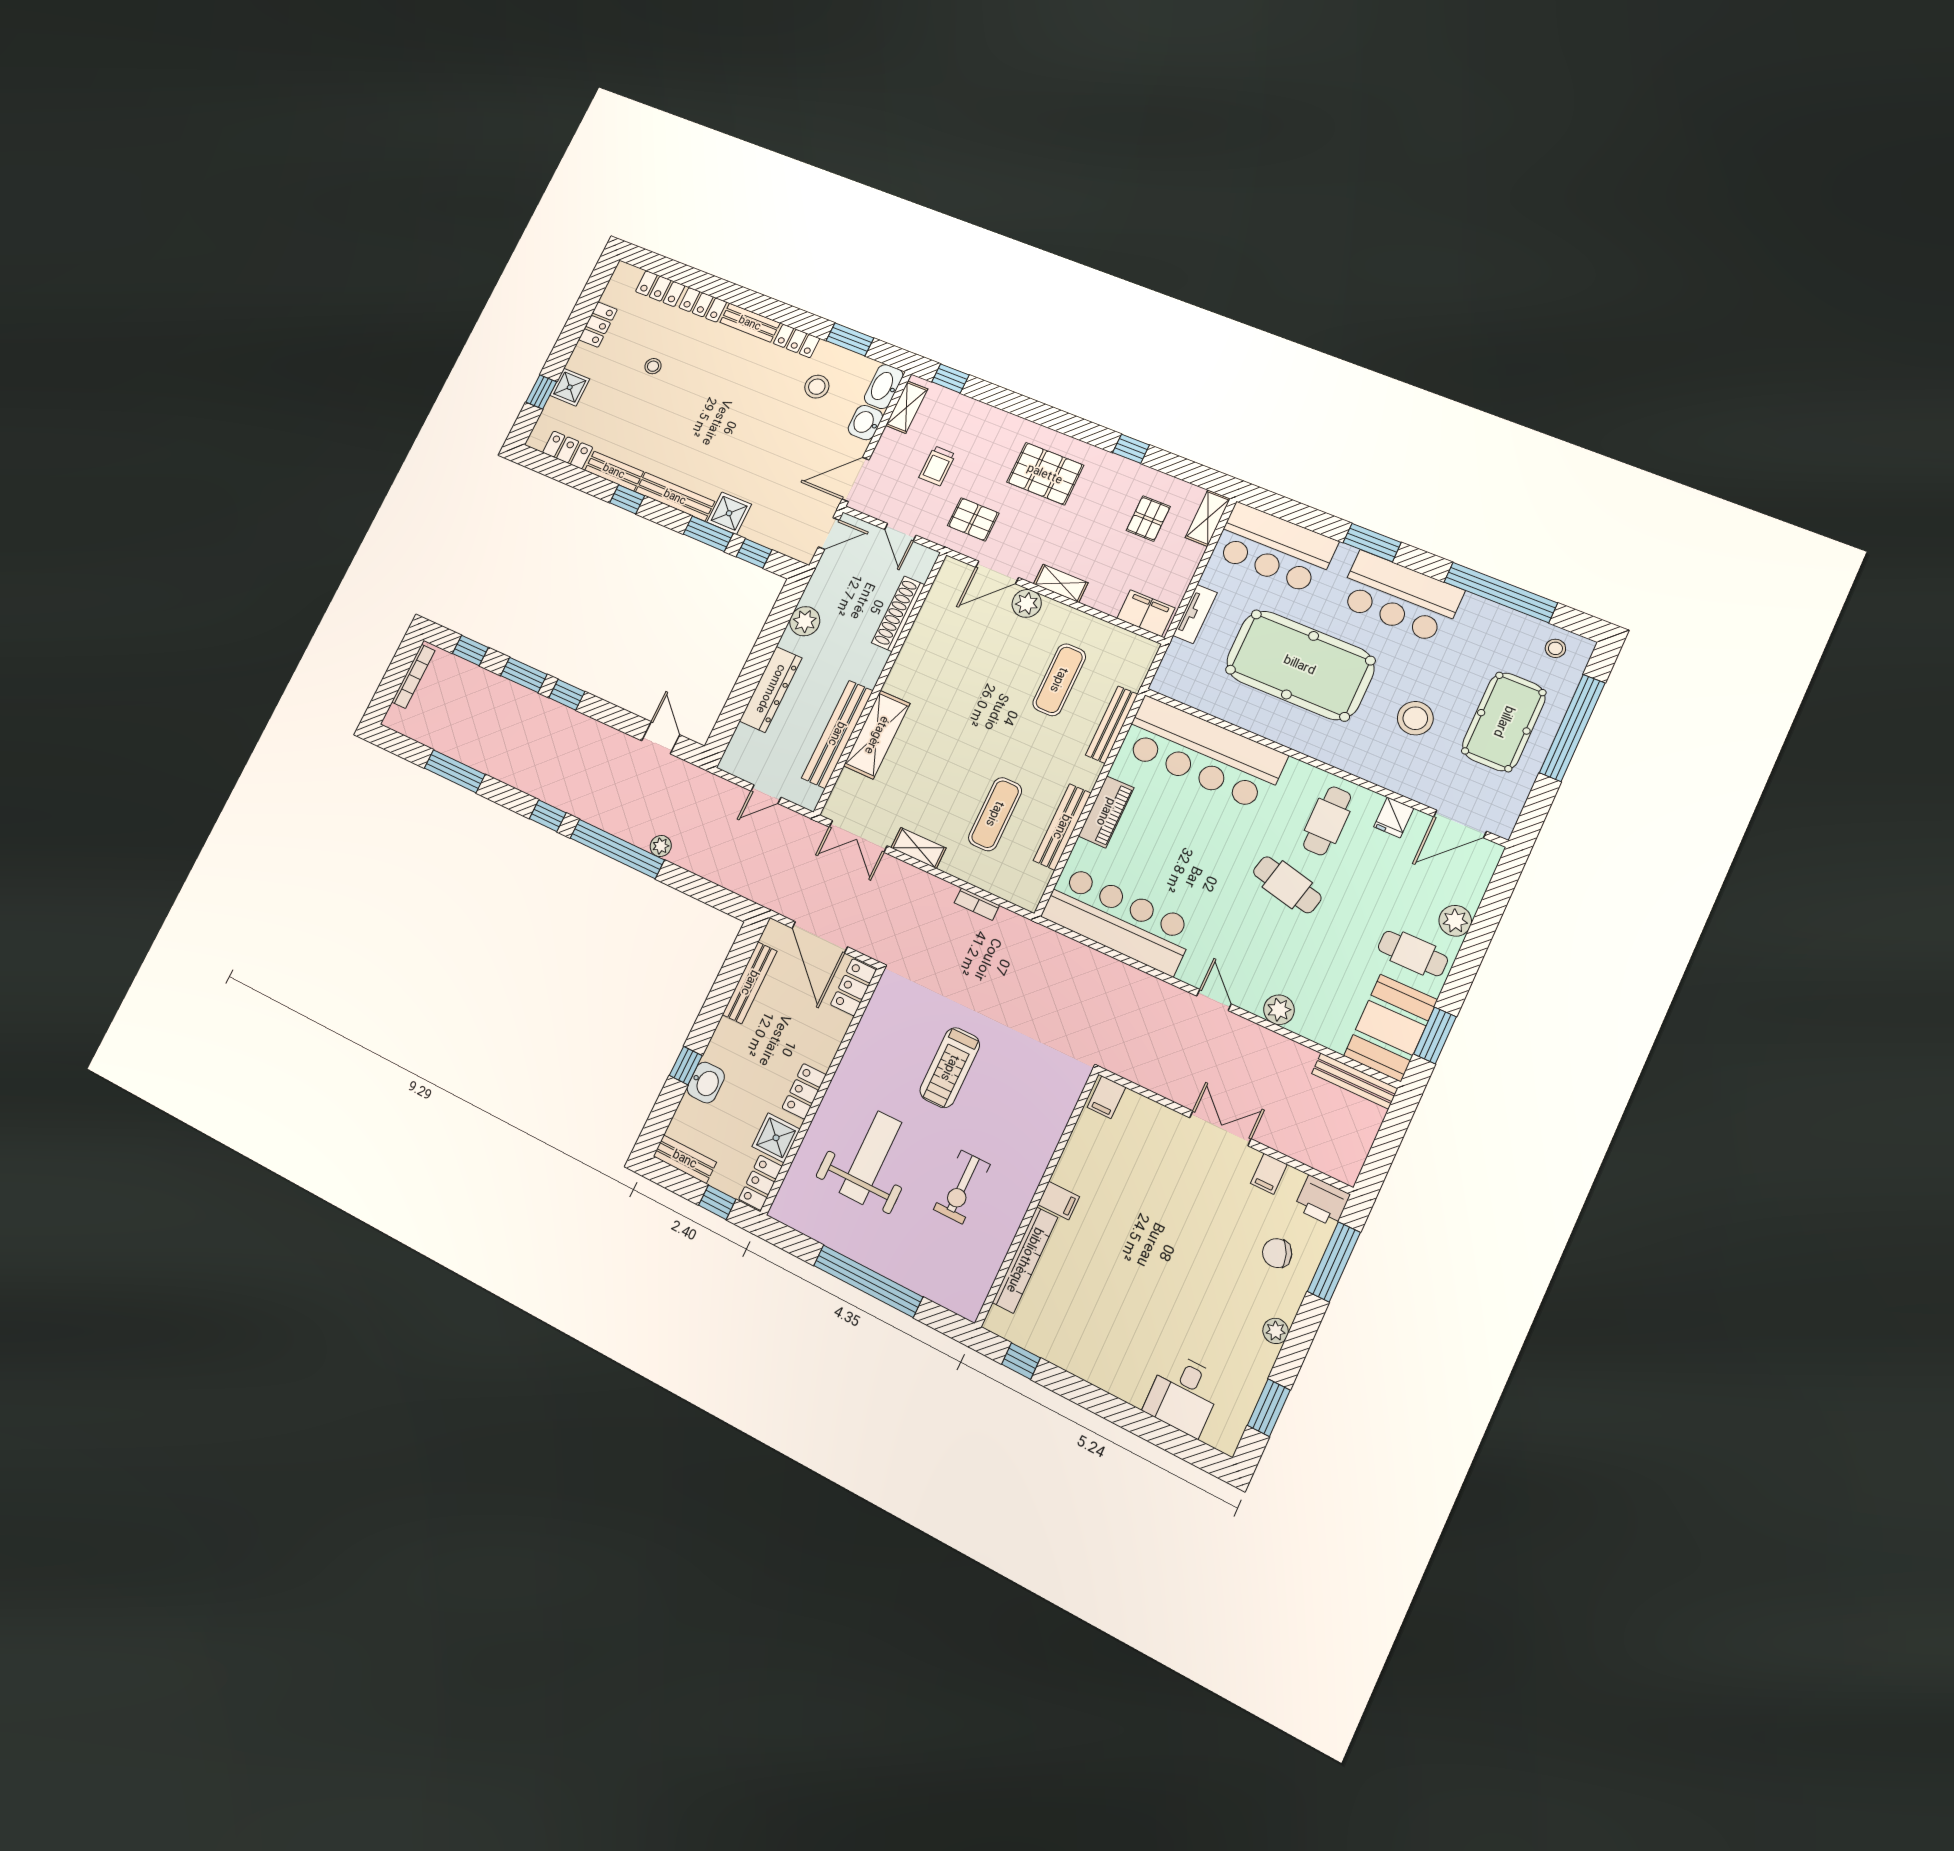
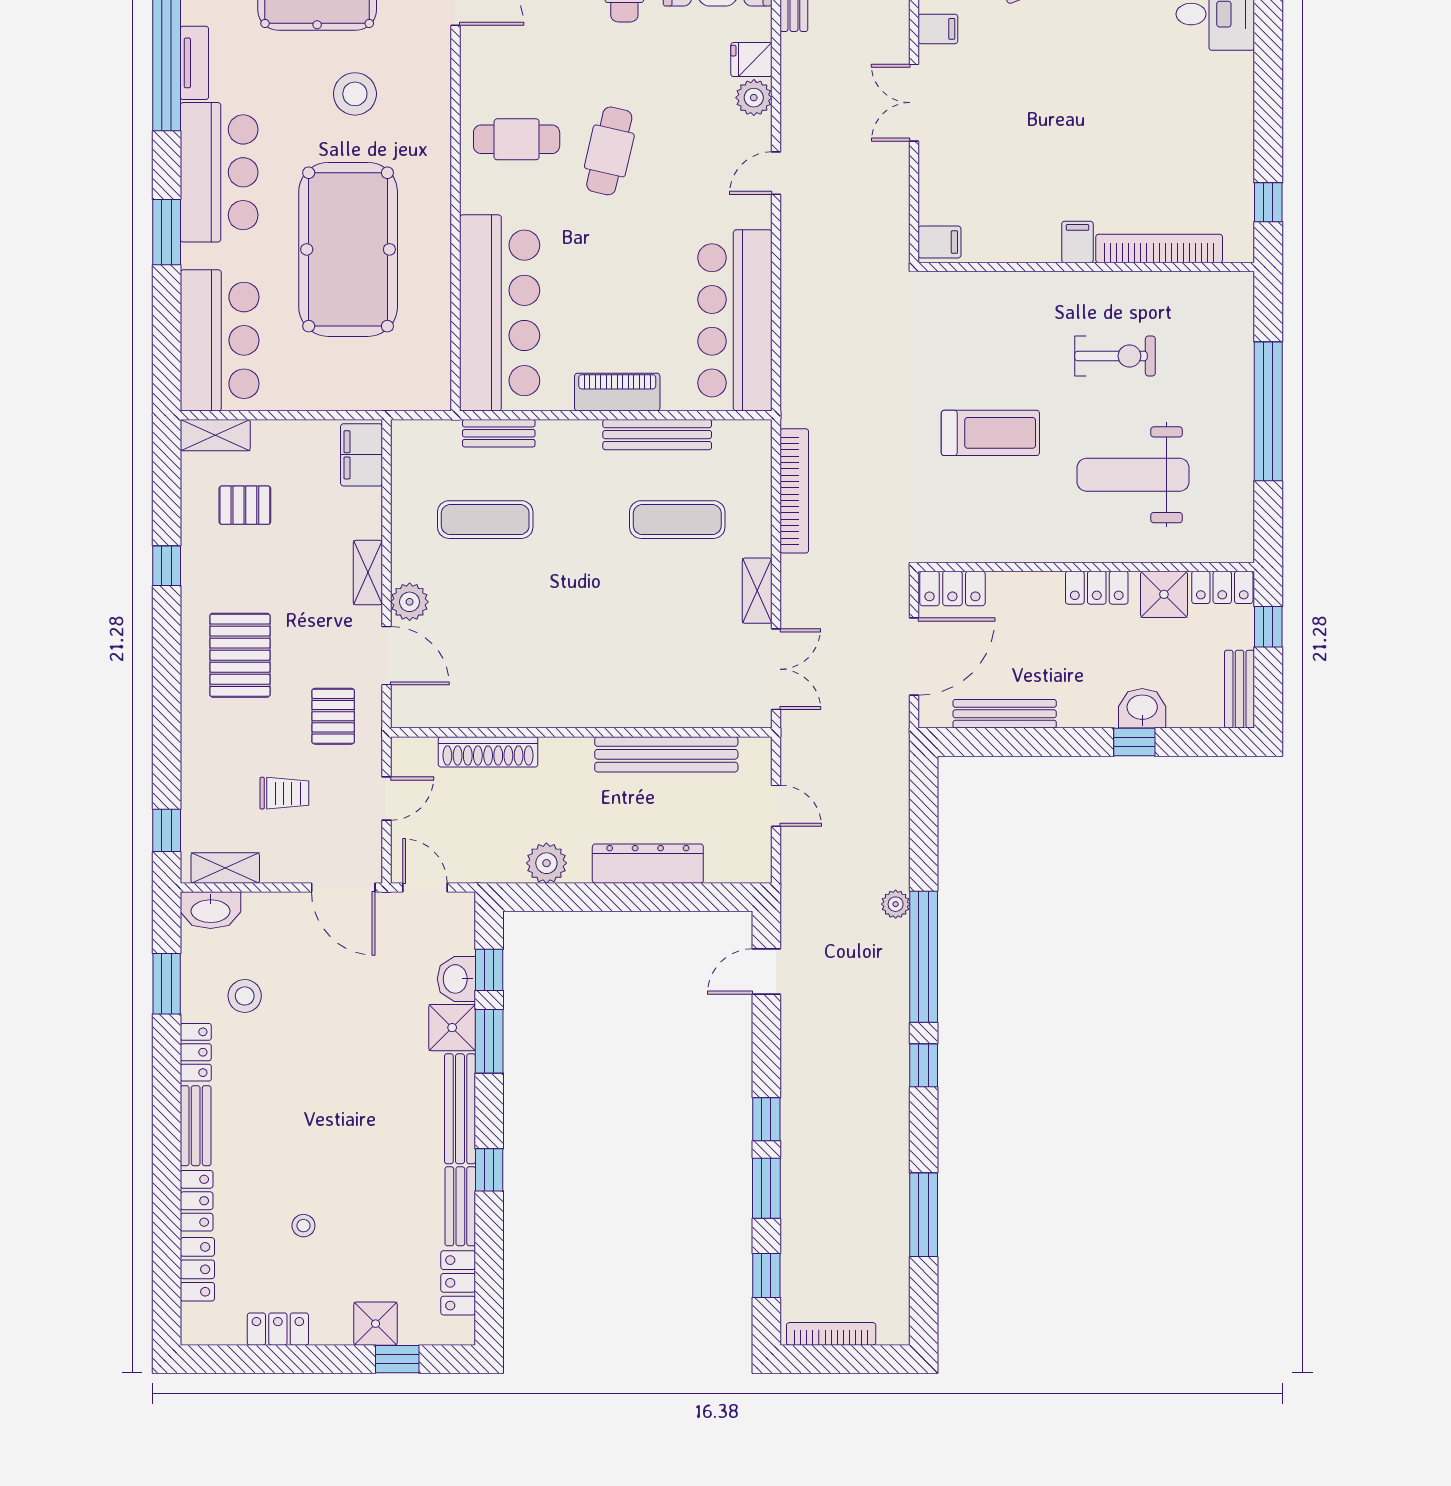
washbasin: (865, 423) -> (456, 979), moved, turned 90
tv unit: (1195, 614) -> (194, 63), moved, turned 90
bench: (1112, 725) -> (499, 433), width x0.73
shelving: (877, 735) -> (646, 706), removed
fridge: (1394, 817) -> (751, 60), moved, turned 180
bookcase: (977, 904) -> (794, 491), width x2.31, depth x1.31

